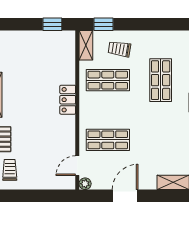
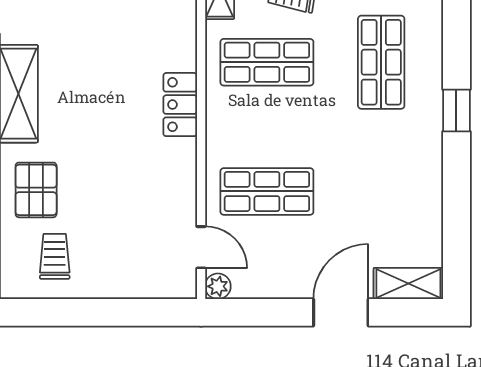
door: (77, 166) -> (201, 247), swing flipped
door: (125, 196) -> (341, 312), moved

